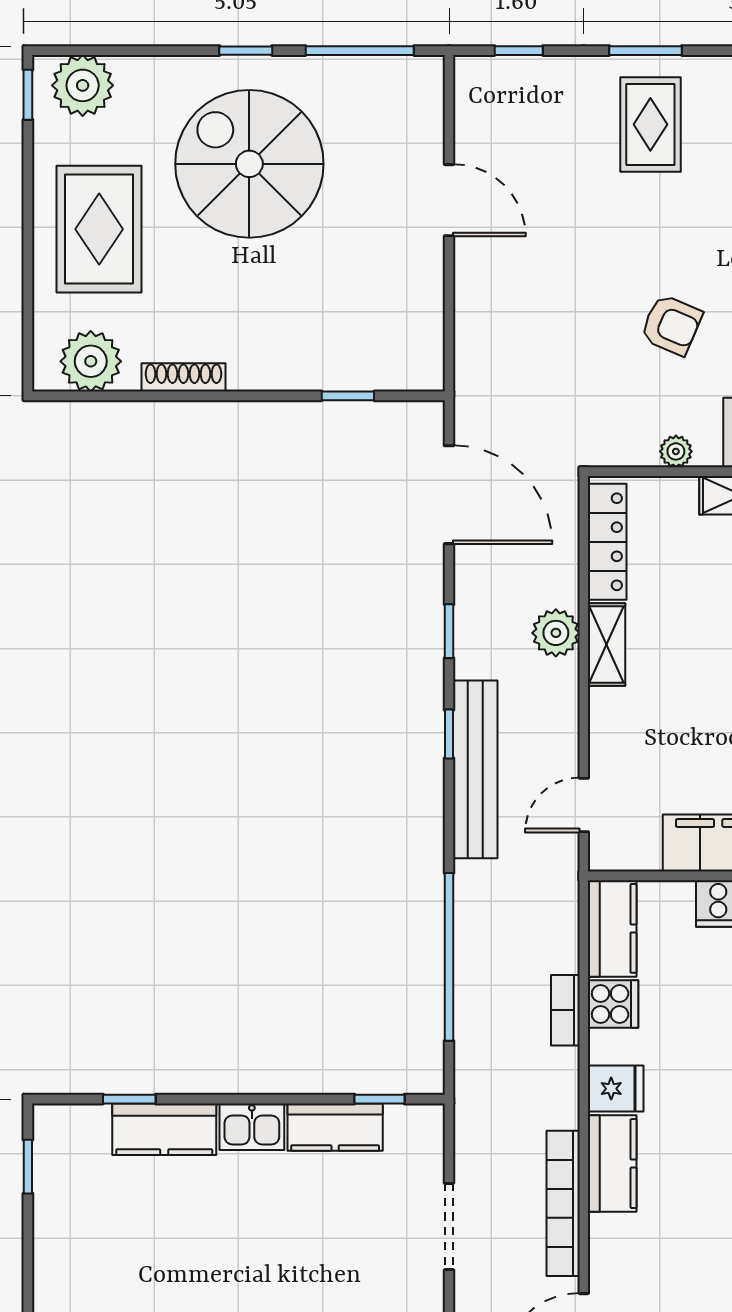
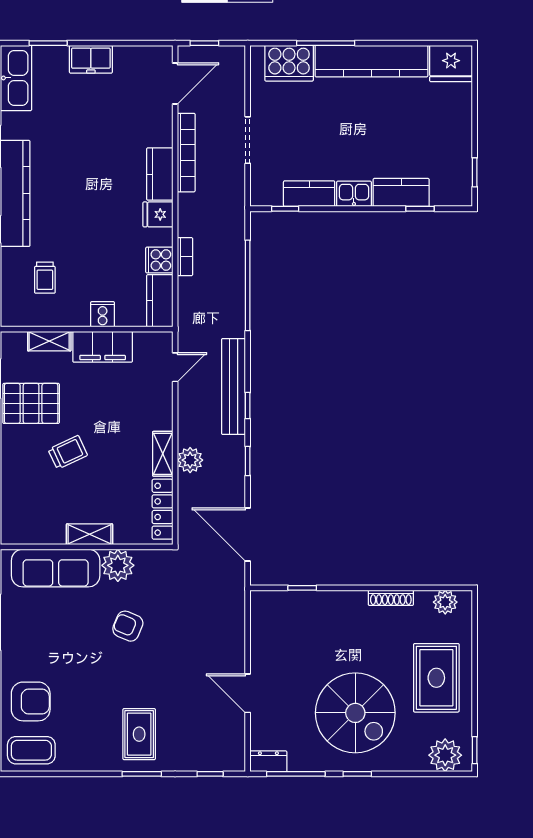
dresser: (411, 74) -> (268, 761), added
plant: (91, 361) -> (445, 602), width x0.73, depth x0.73
plant: (676, 451) -> (118, 565), width x1.87, depth x1.87

